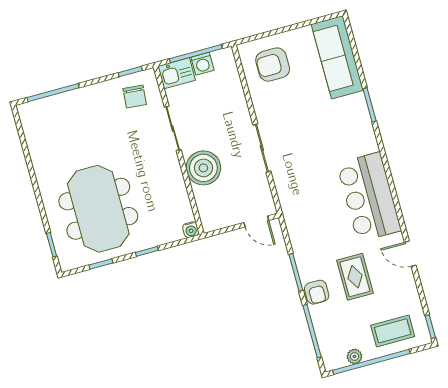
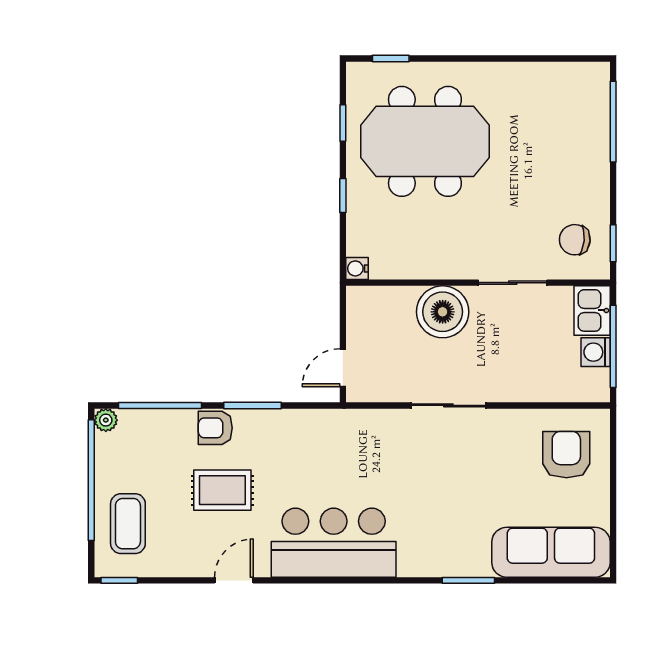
plant: (355, 356) -> (106, 420), moved

